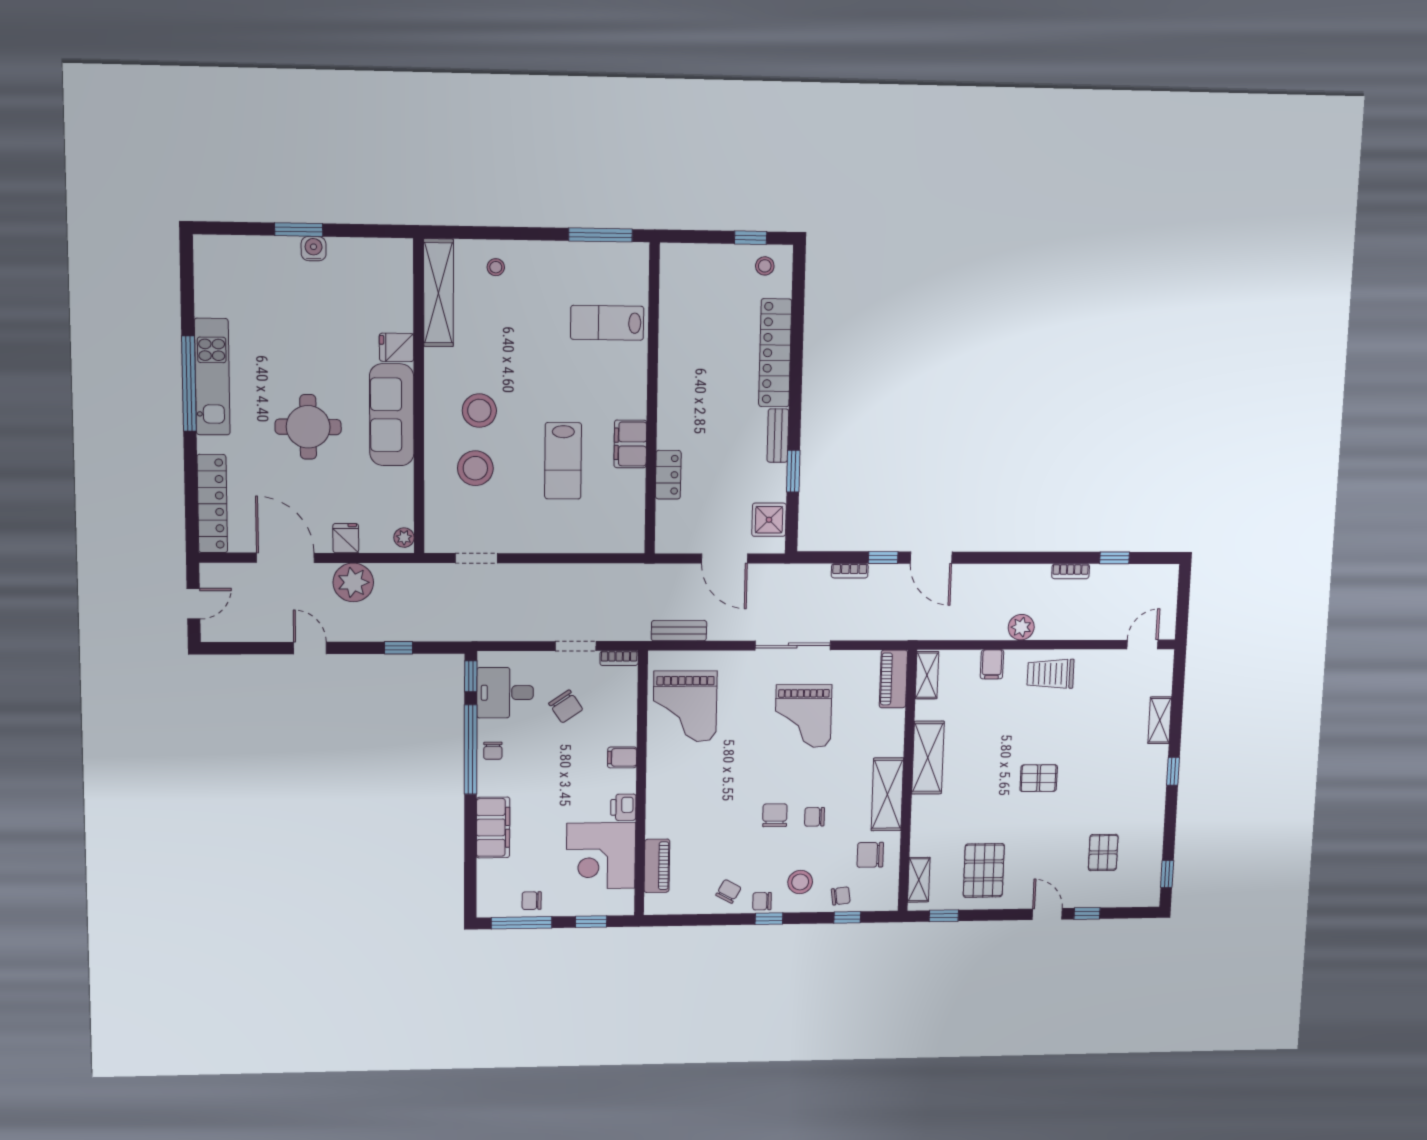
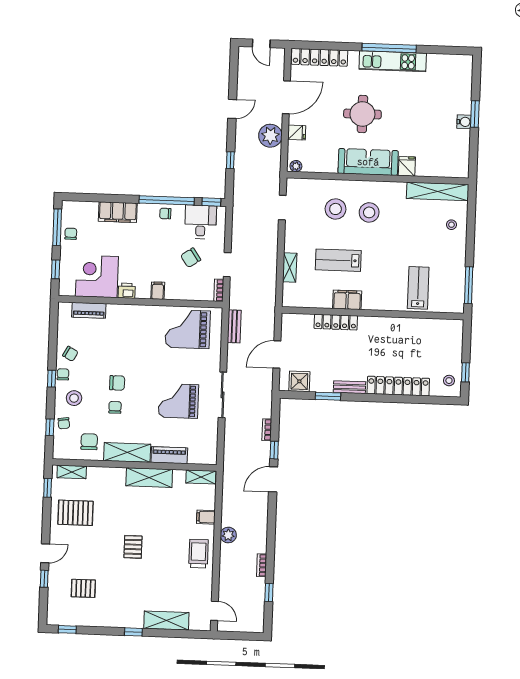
locker: (668, 475) -> (336, 322), width x1.53
shelving: (578, 542) -> (290, 267), added
piano: (893, 679) -> (169, 455), moved
shelving: (1160, 720) -> (166, 621), width x1.50, depth x1.33

